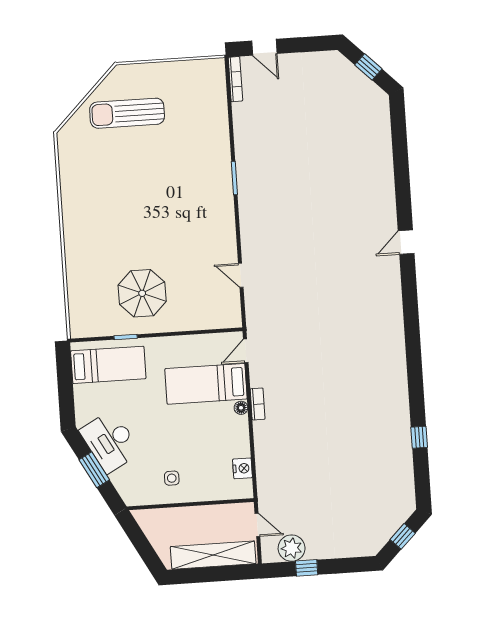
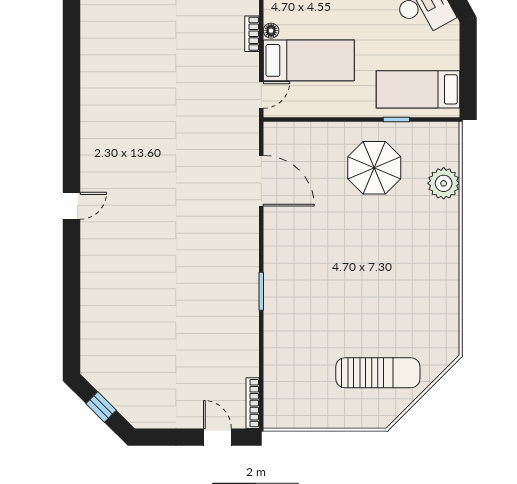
door: (241, 275) -> (261, 181), width x1.88
plant: (80, 284) -> (444, 183), added

